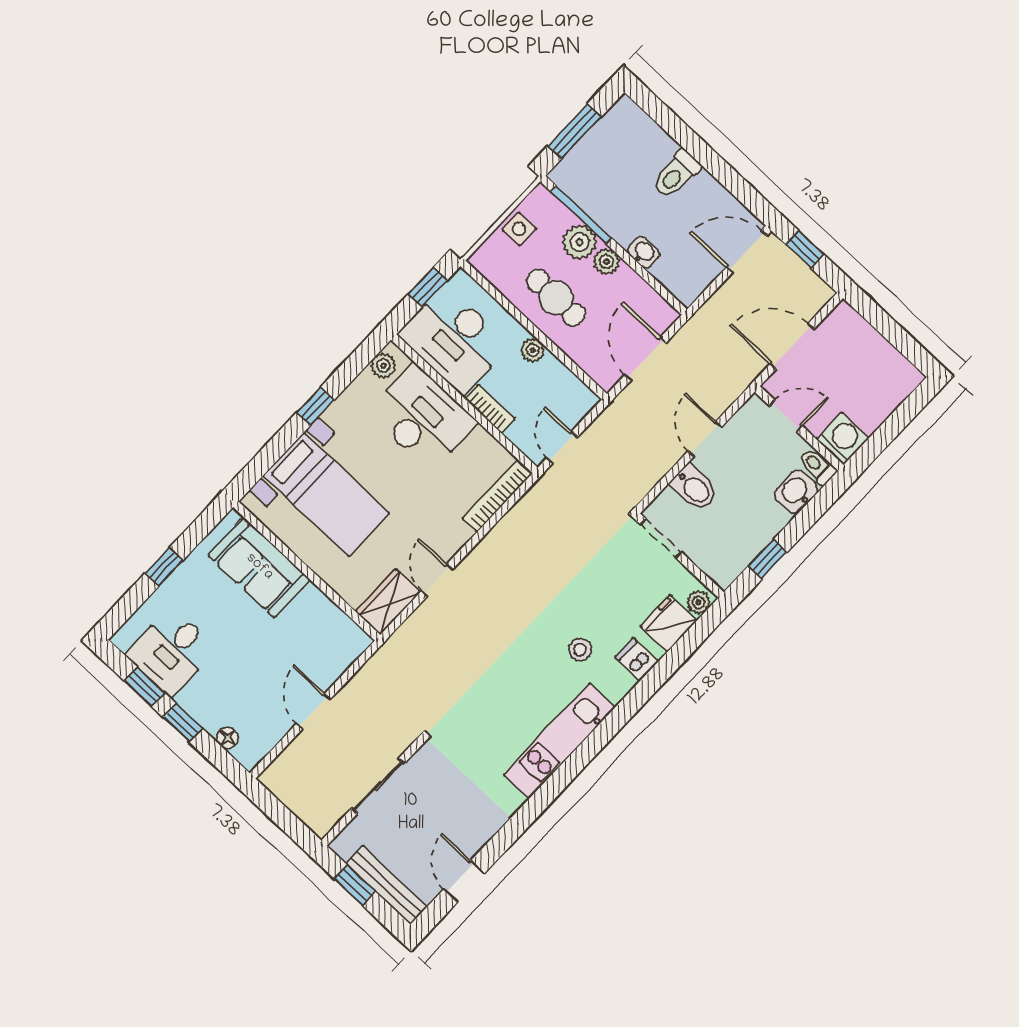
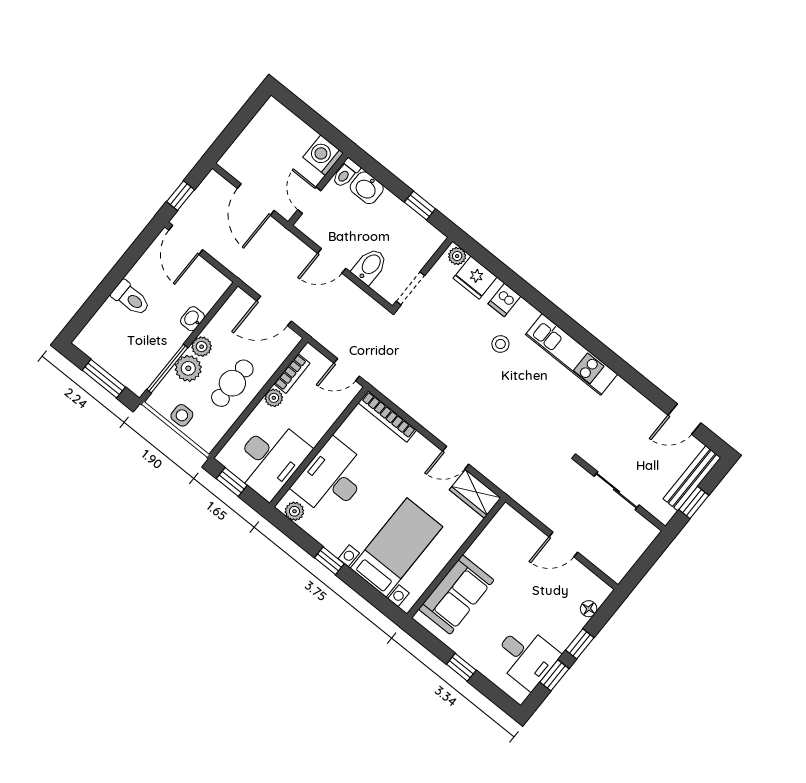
bookcase: (490, 409) -> (292, 374), moved, turned 180

